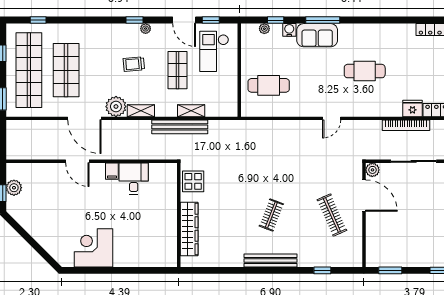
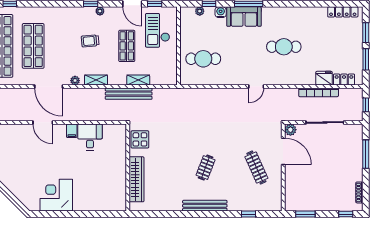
plant: (116, 107) -> (75, 81), width x0.53, depth x0.53

